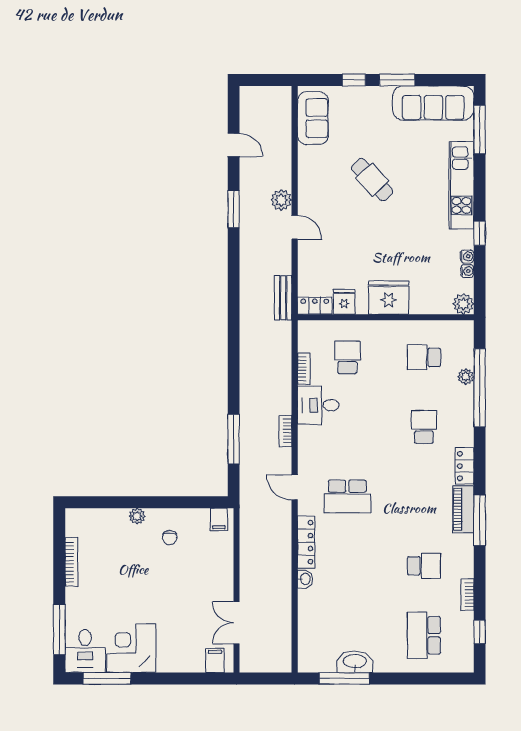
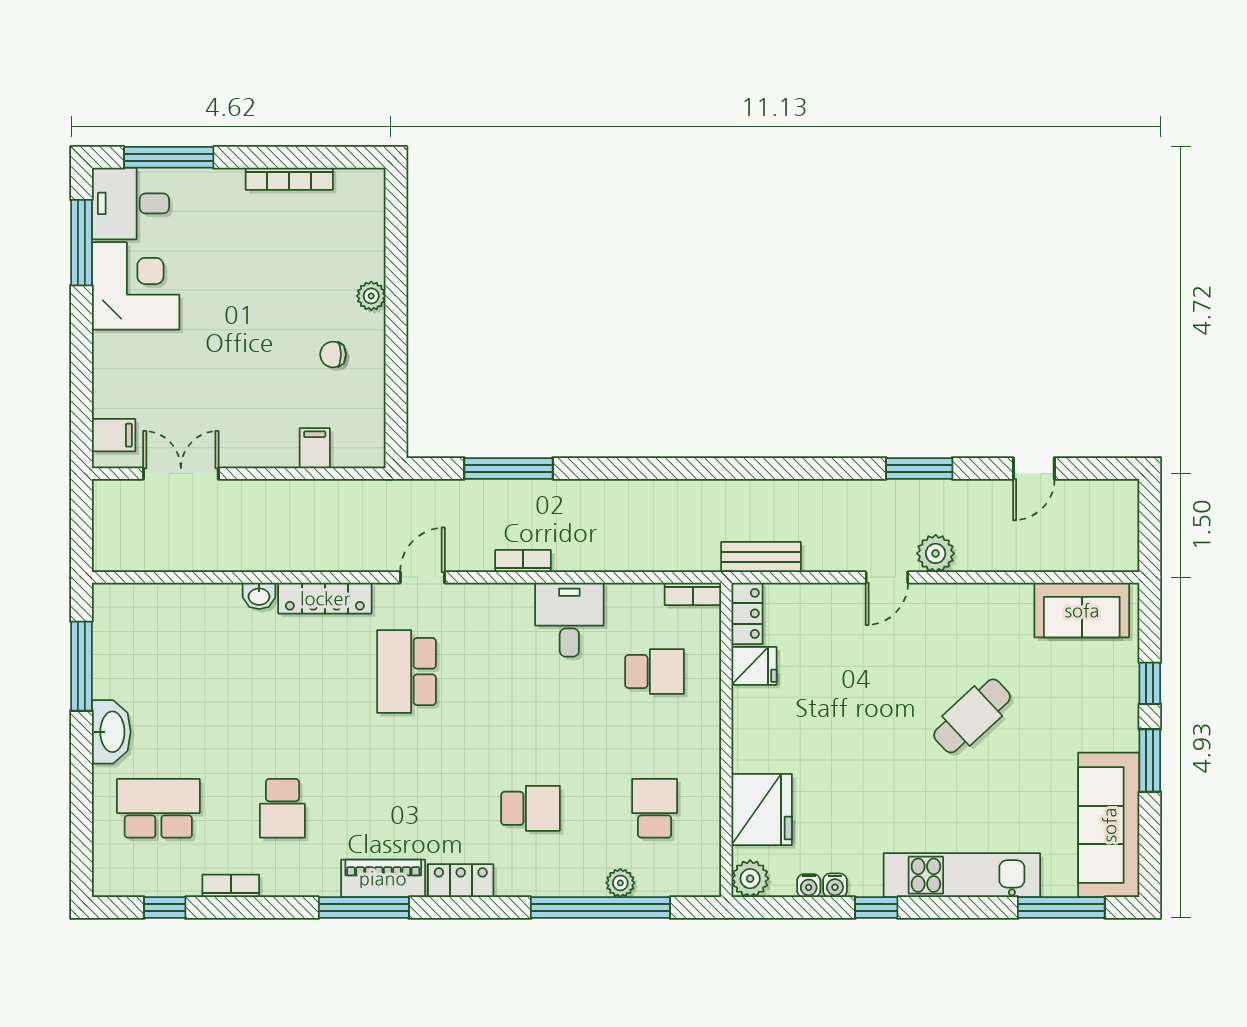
fridge: (389, 297) -> (762, 809), moved
bookcase: (304, 369) -> (693, 594), moved
filing cabinet: (219, 519) -> (315, 448), moved, turned 90
washbasin: (355, 662) -> (111, 732), moved

